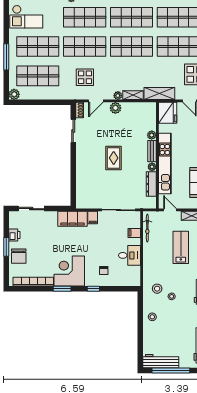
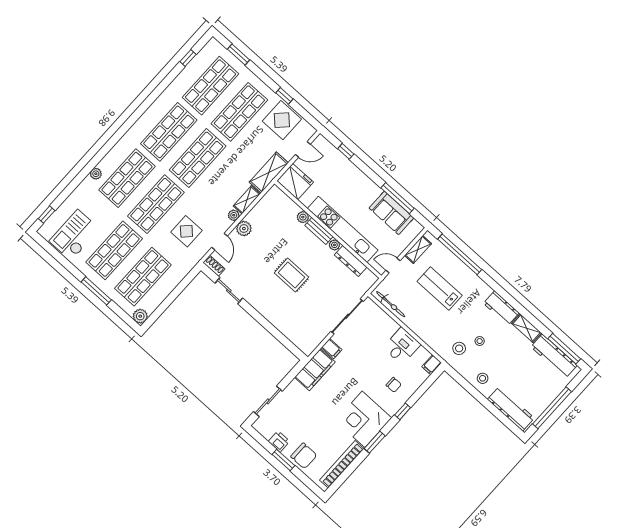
checkout: (26, 17) -> (74, 235), turned 180
filing cabinet: (134, 233) -> (432, 365), moved
workbench: (161, 361) -> (511, 409), moved, turned 90

